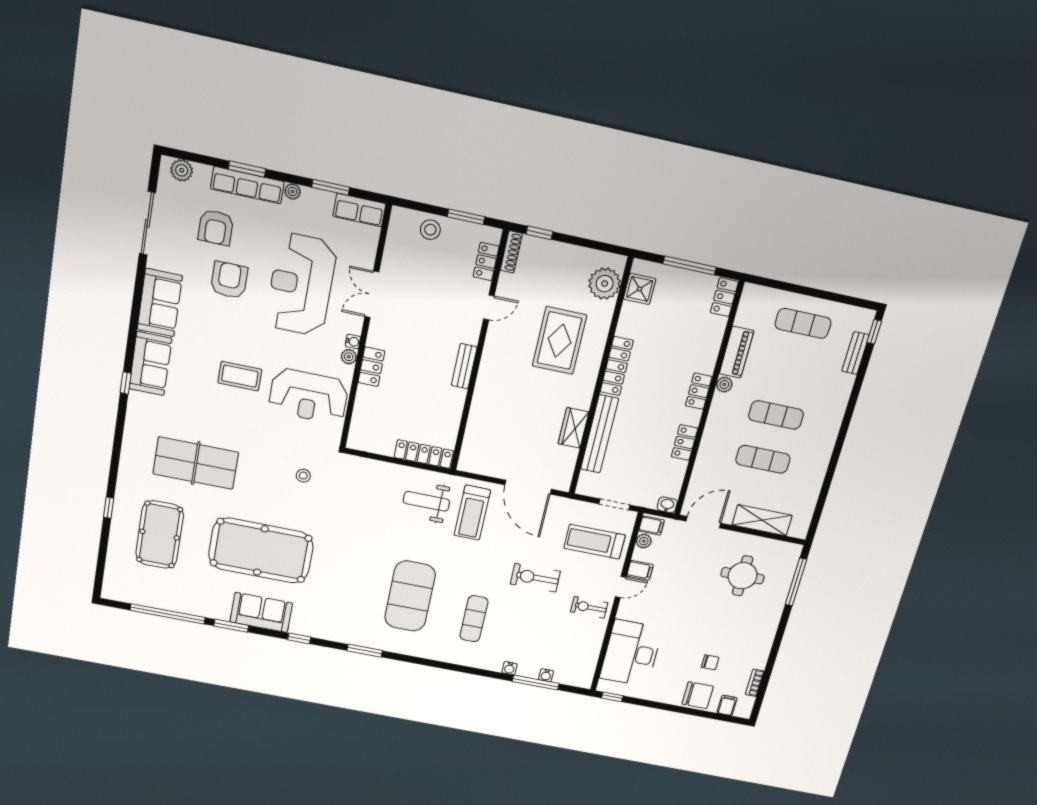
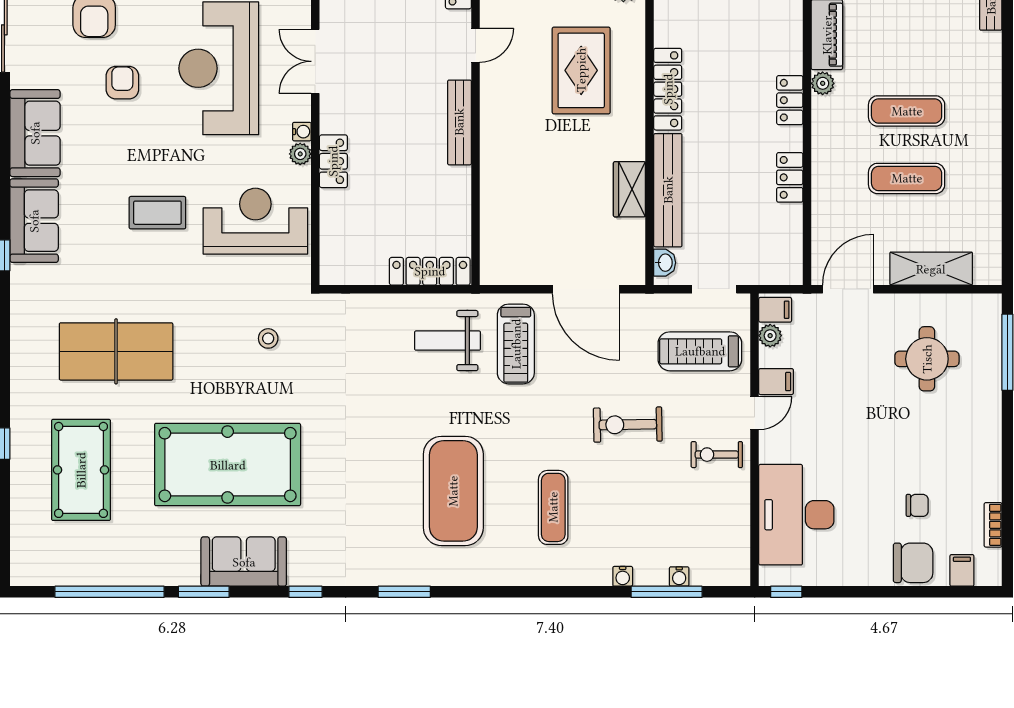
armchair: (229, 280) -> (122, 83), width x0.72, depth x0.72
bench: (464, 366) -> (459, 122), width x1.36
reception desk: (309, 396) -> (255, 221), turned 180
washbasin: (667, 505) -> (665, 263), moved, turned 90

